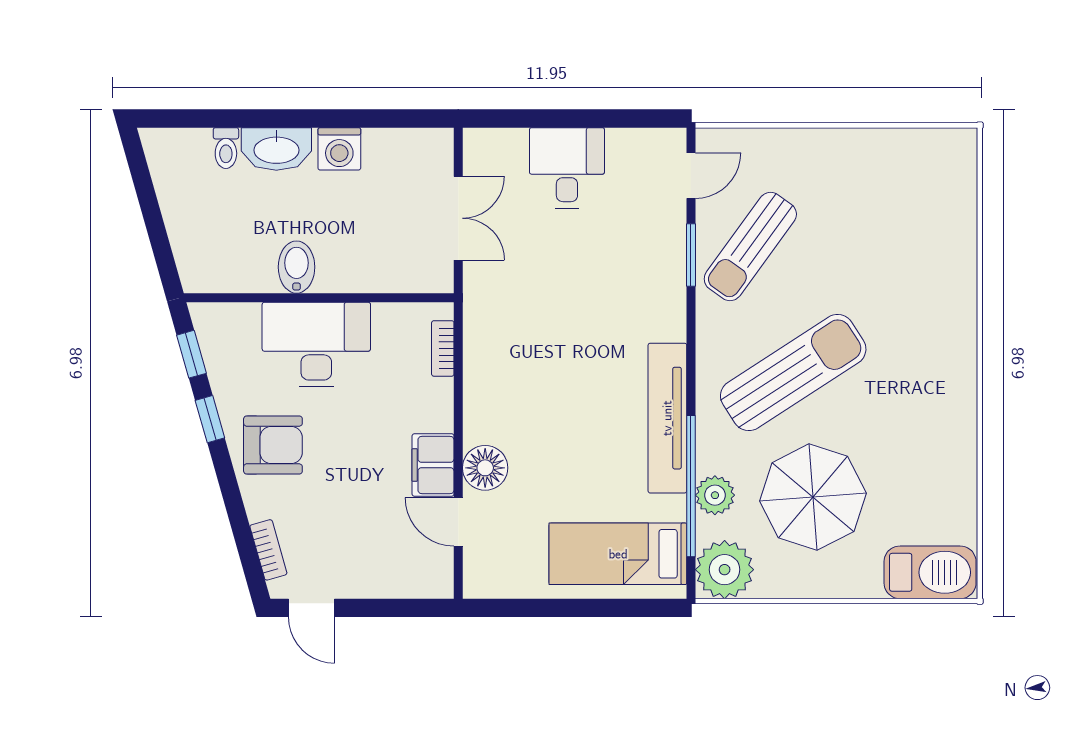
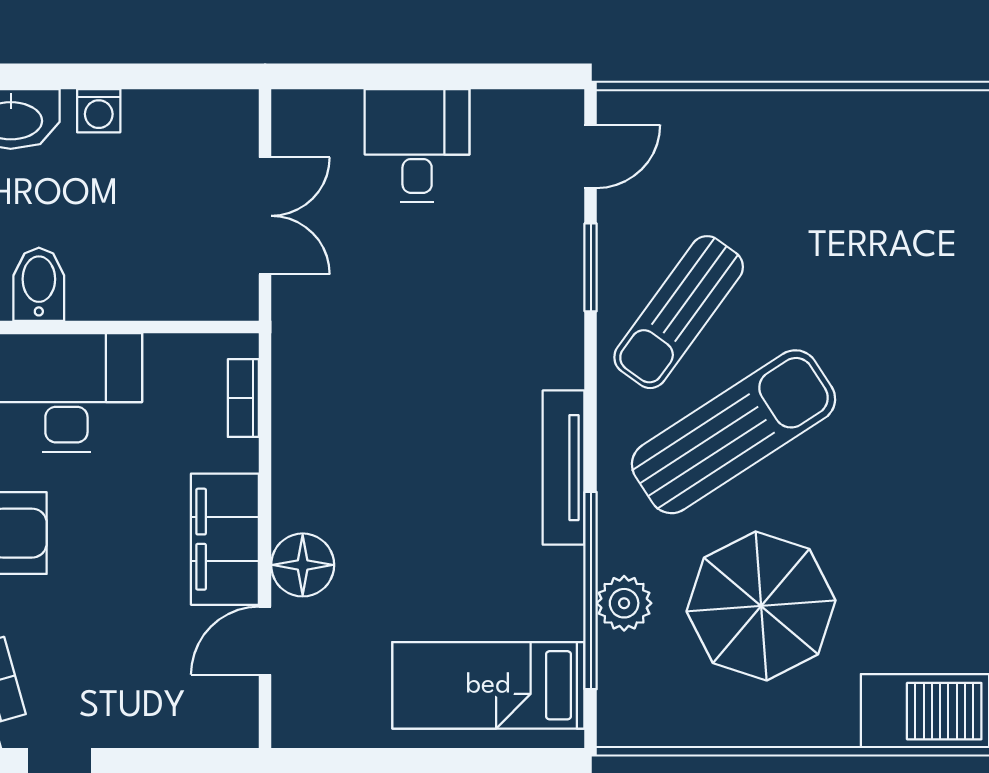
washing machine: (339, 149) -> (99, 111), width x0.73, depth x0.73
sun lounger: (750, 247) -> (679, 312), moved
tv unit: (667, 418) -> (564, 468), width x0.73, depth x0.78
filing cabinet: (433, 465) -> (225, 539), width x1.50, depth x1.17
door: (458, 522) -> (265, 641), hinge flipped
plant: (725, 570) -> (637, 707), removed

